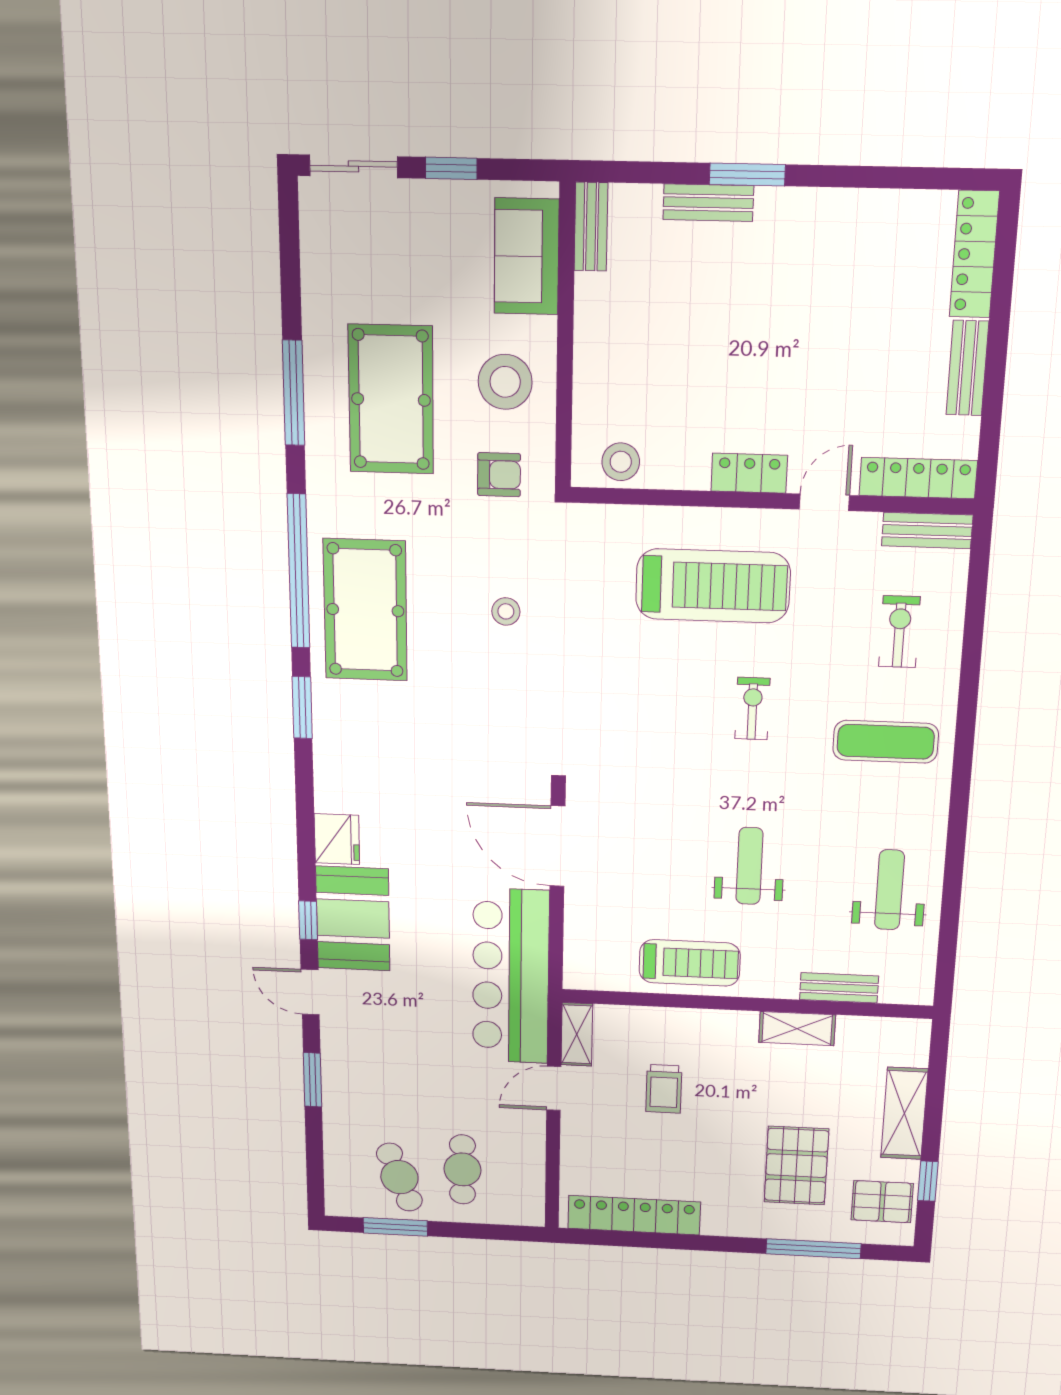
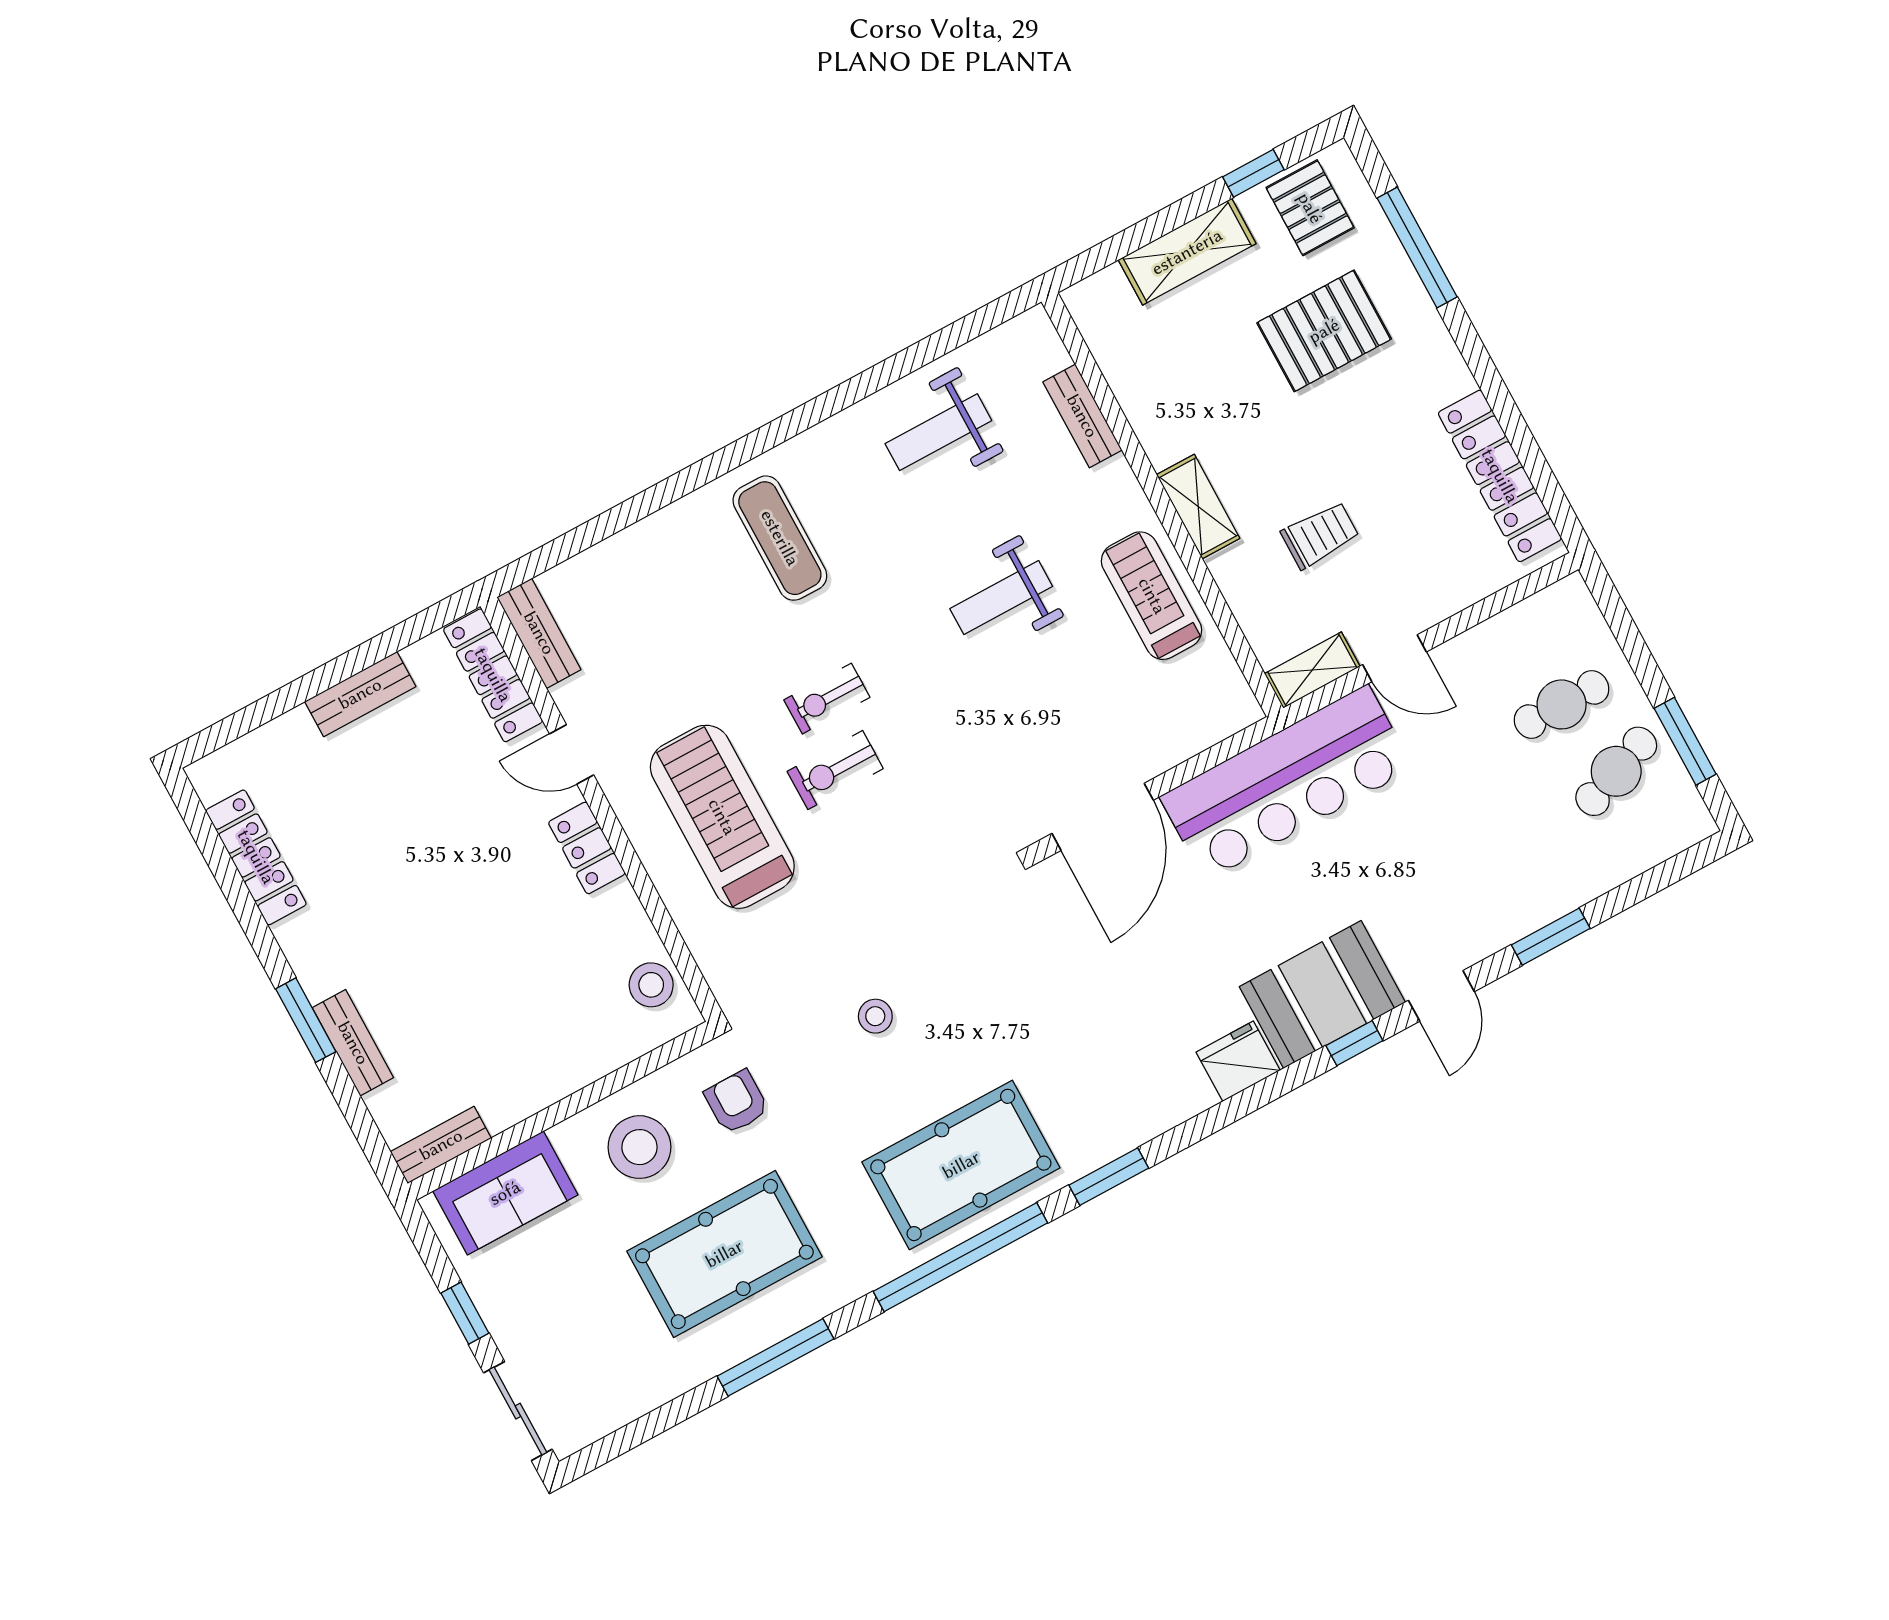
locker: (974, 254) -> (256, 857), moved, turned -90
exercise bike: (899, 632) -> (835, 770), moved
shelving: (797, 1029) -> (1198, 506), moved

